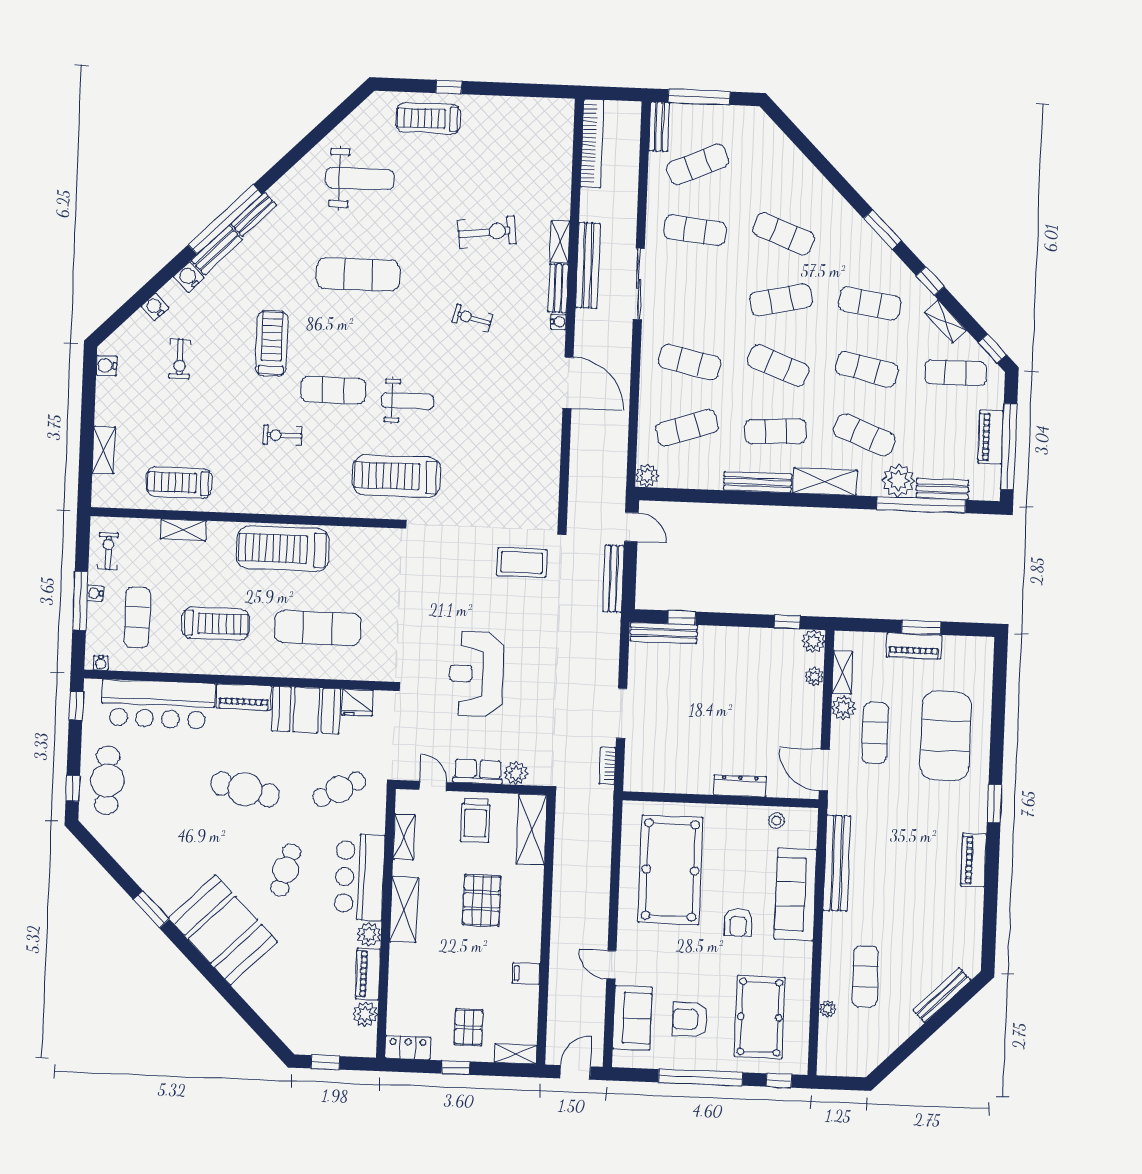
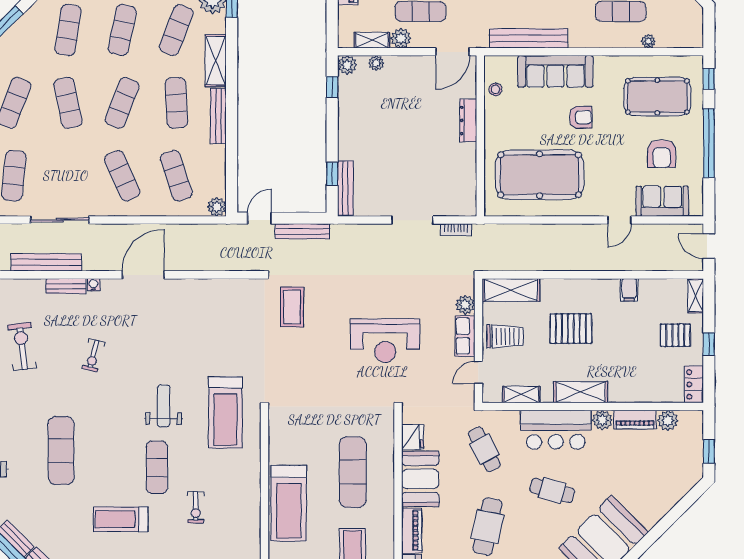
shelving: (560, 242) -> (28, 286), removed
exercise mat: (690, 362) -> (122, 176), turned -36

